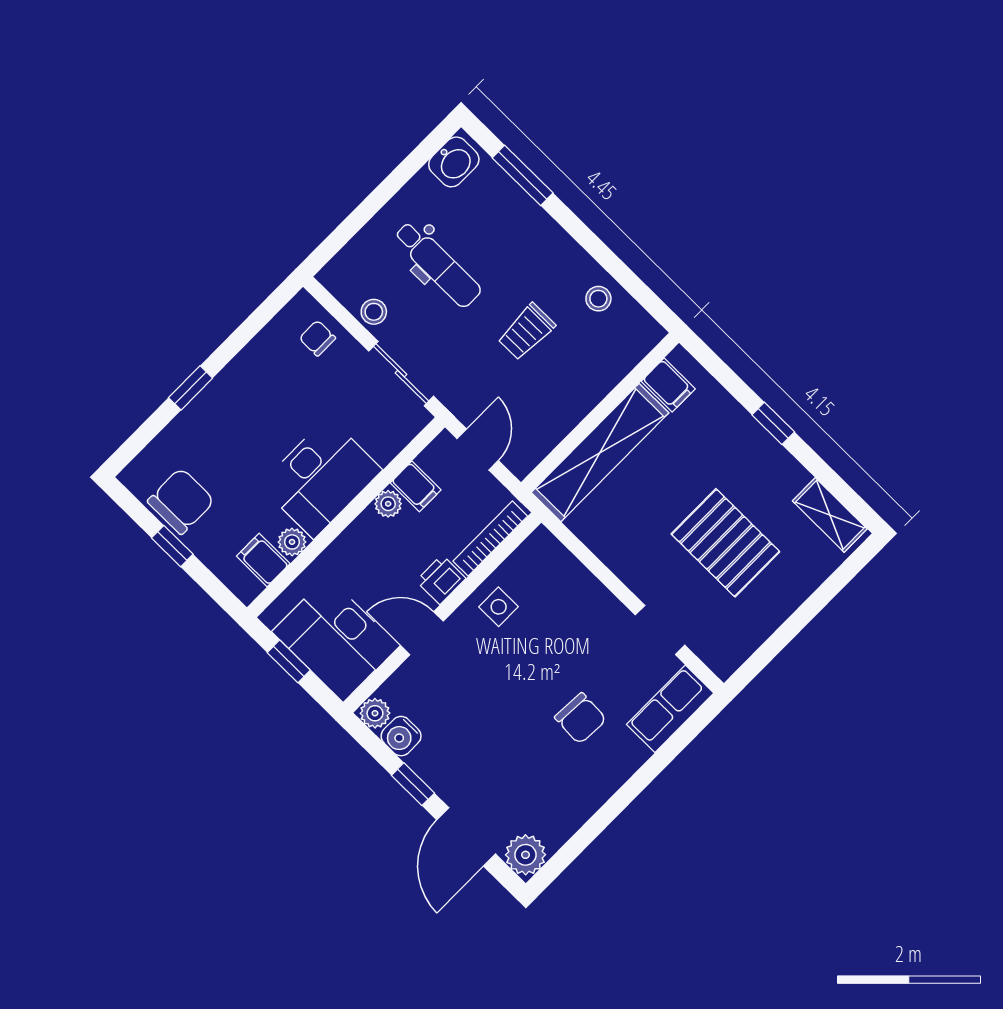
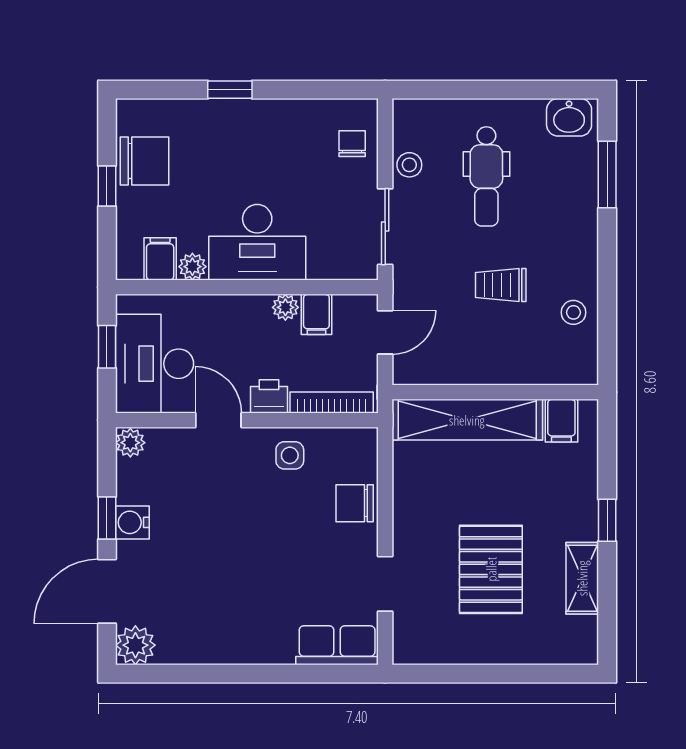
shelving: (830, 515) -> (582, 578), moved
chair: (580, 718) -> (355, 503), moved, turned 87
water cooler: (401, 736) -> (132, 522), moved

